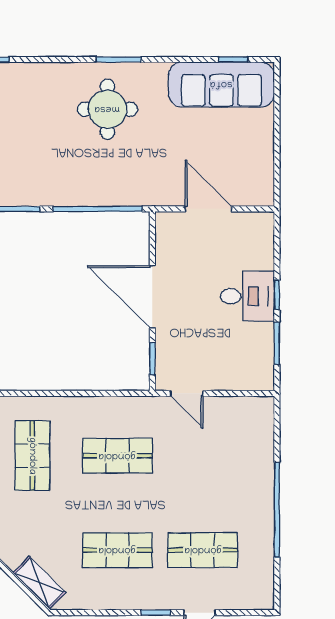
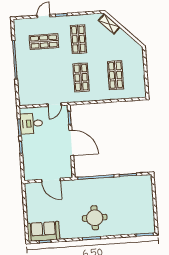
sofa: (221, 84) -> (43, 231), width x0.73
desk: (247, 296) -> (31, 124), moved
door: (187, 393) -> (55, 105), swing flipped
shop shelf: (117, 456) -> (81, 77), turned 90
shop shelf: (117, 550) -> (78, 39), turned 90

